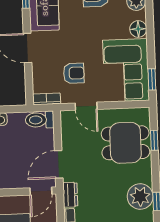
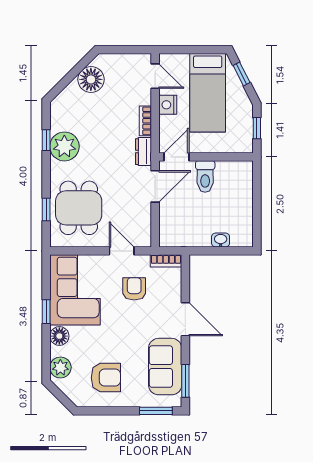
armchair: (74, 73) -> (134, 289), turned 90
window: (152, 79) -> (46, 312), moved
toilet: (40, 120) -> (205, 177), moved, turned 90
dining table: (125, 143) -> (79, 208), turned 90

